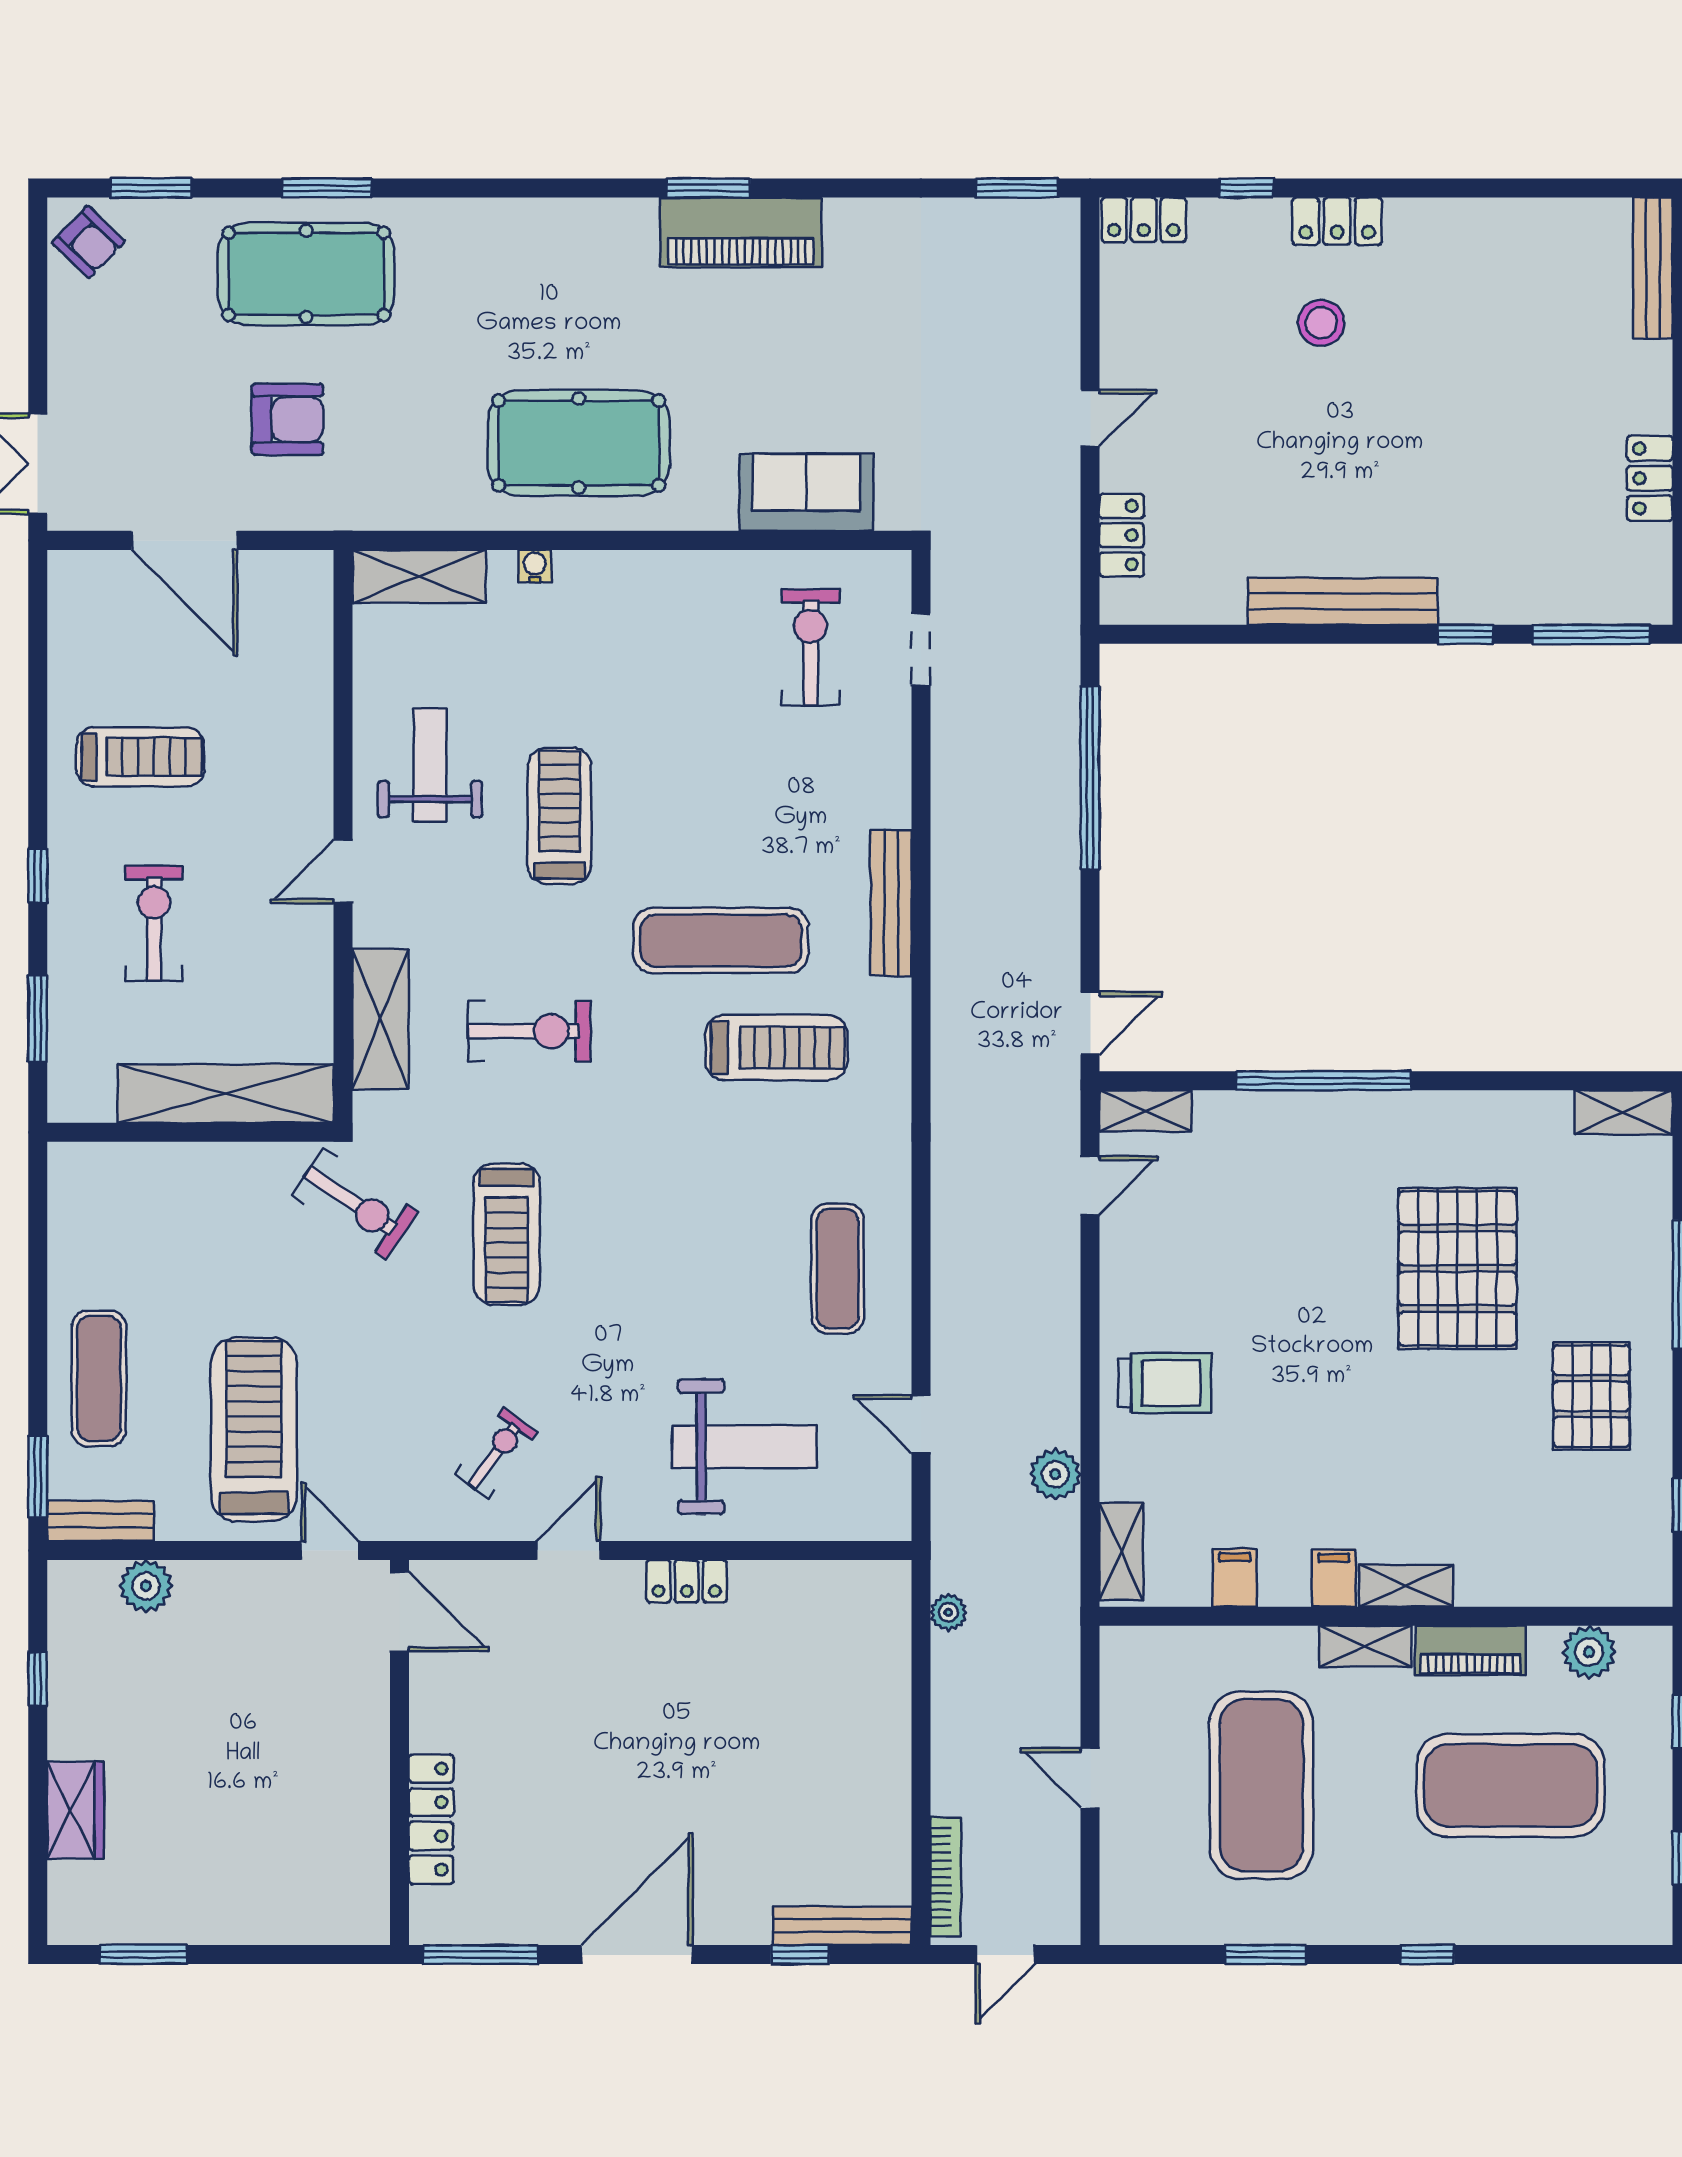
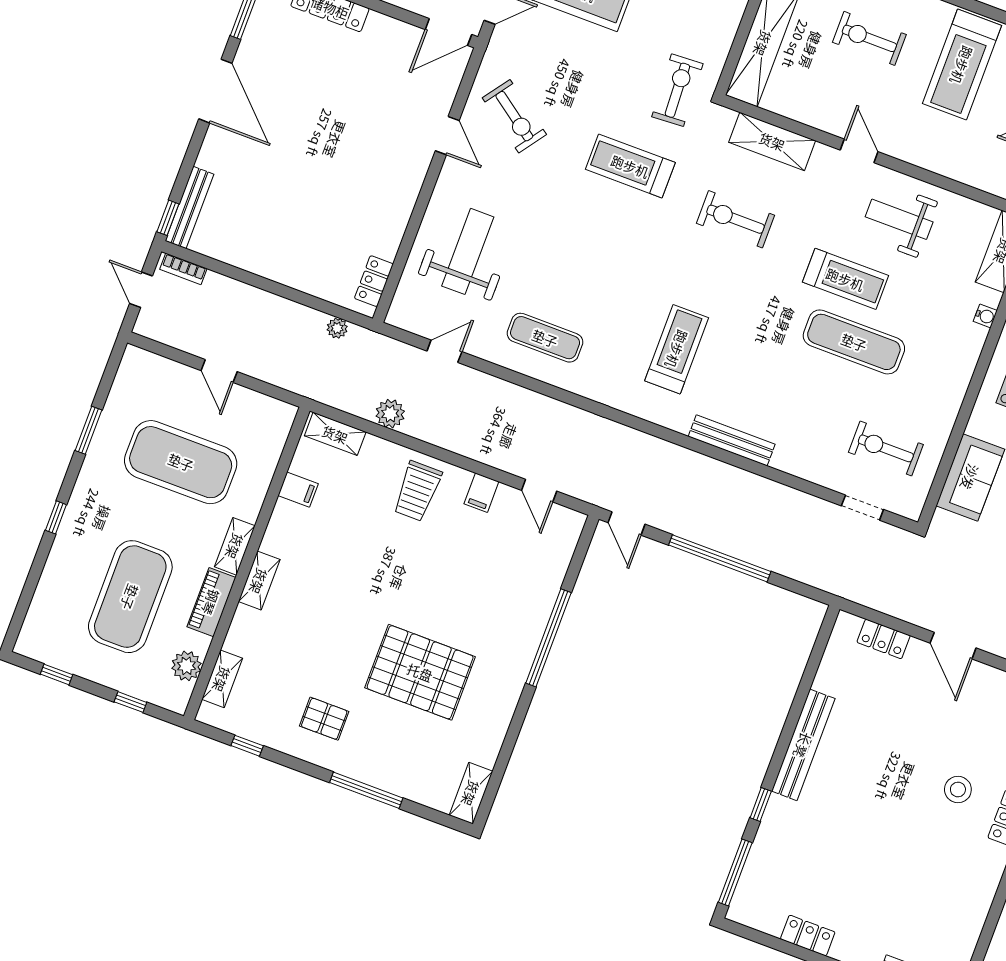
door: (1090, 418) -> (953, 646), width x1.38
exercise bike: (810, 647) -> (886, 448), turned 180
treadmill: (140, 757) -> (962, 65), width x1.37, depth x1.38
weight bench: (430, 765) -> (899, 219), turned 180
window: (1090, 778) -> (720, 558), moved
exercise bike: (154, 923) -> (869, 38), turned 180
exercise mat: (721, 940) -> (854, 342), moved, turned 90
exercise bike: (529, 1031) -> (735, 219), turned 90
treadmill: (776, 1048) -> (677, 349), turned 180
shelving: (1146, 1111) -> (222, 679), moved
exercise bike: (355, 1204) -> (677, 90), turned 143
pallet: (1591, 1396) -> (324, 719), width x0.67, depth x0.71
weight bench: (744, 1447) -> (468, 251), turned 180
exercise bike: (496, 1453) -> (514, 116), width x1.38, depth x1.39
filing cabinet: (1334, 1578) -> (481, 493), moved, turned 90
locker: (687, 1581) -> (374, 281), moved
door: (1090, 1778) -> (219, 371), swing flipped
bookcase: (946, 1877) -> (183, 269), width x0.64
window: (800, 1955) -> (168, 218), moved

